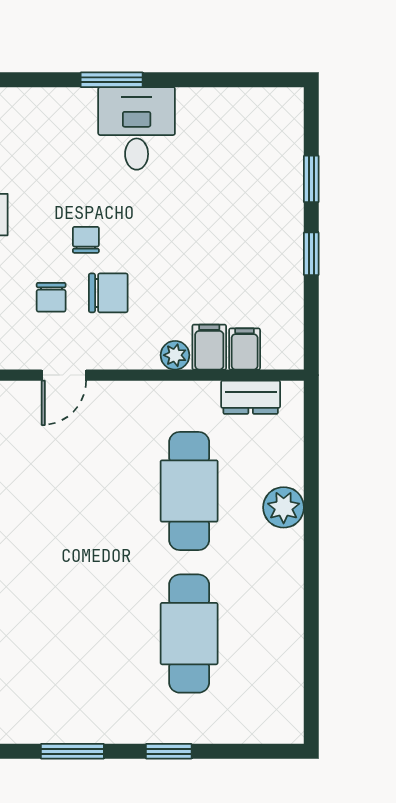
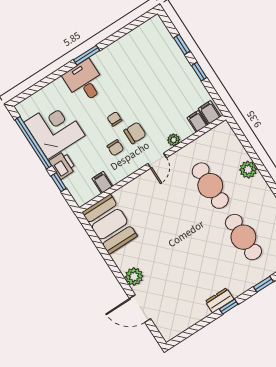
desk: (137, 128) -> (84, 81), moved
filing cabinet: (209, 347) -> (210, 113), moved
door: (64, 375) -> (157, 161), moved
dresser: (251, 397) -> (220, 300), moved, turned 180
window: (72, 751) -> (229, 307), width x0.67

